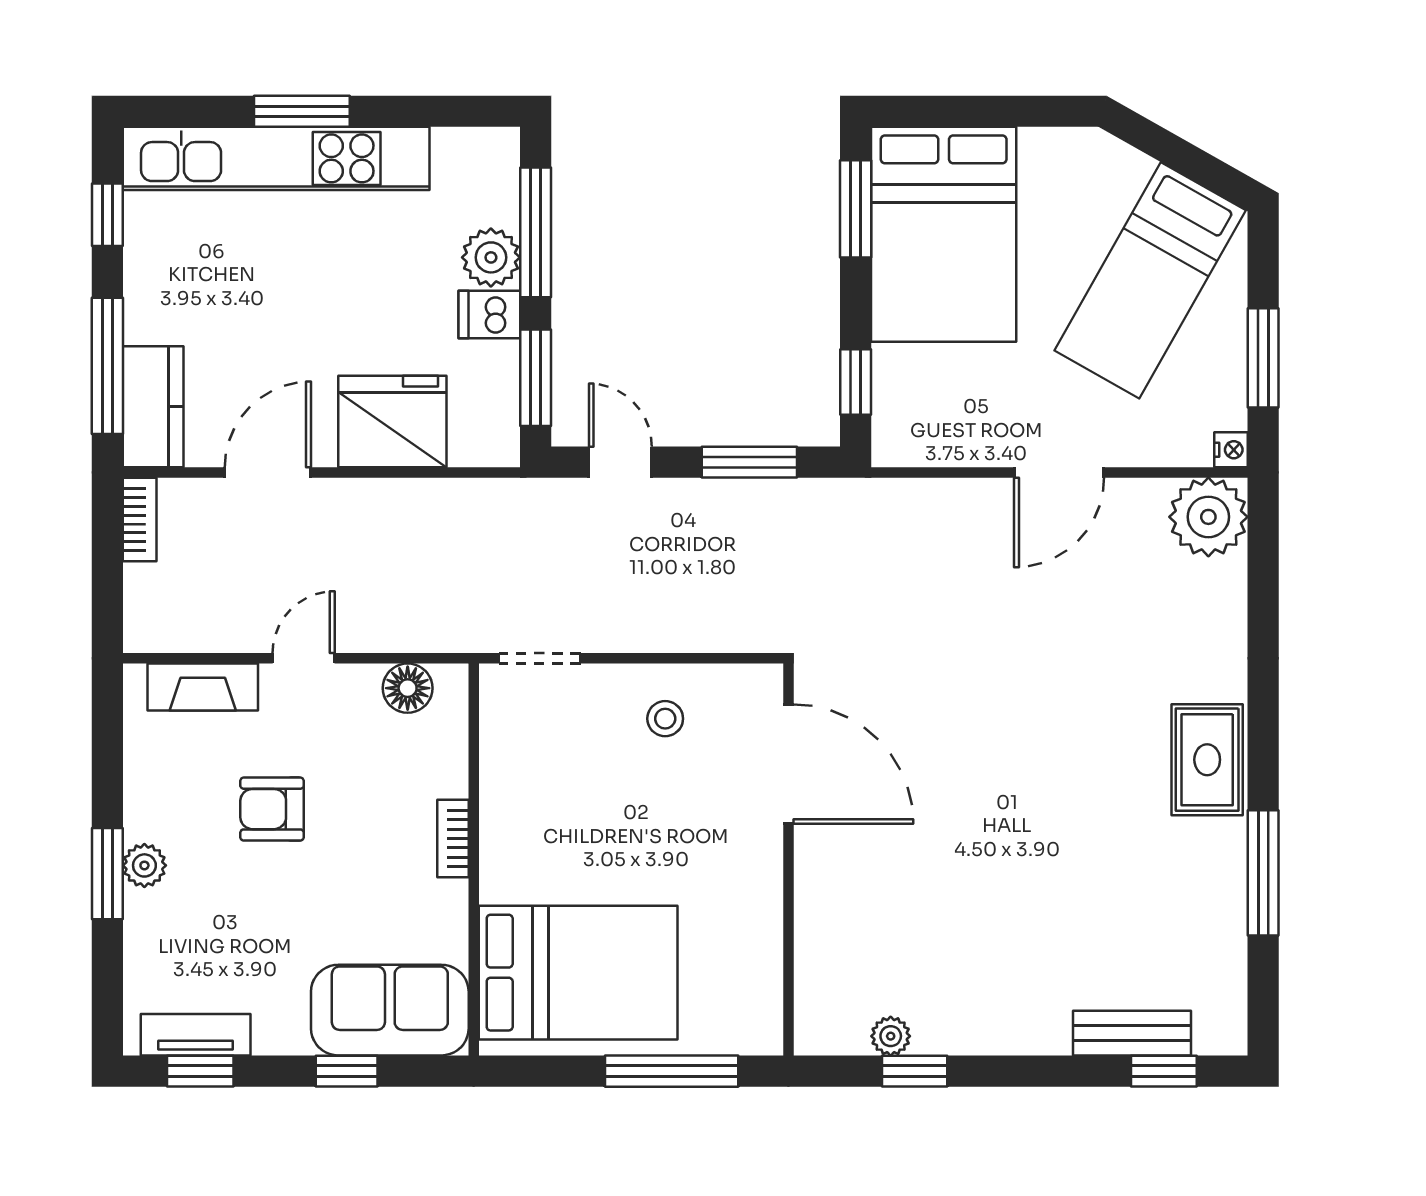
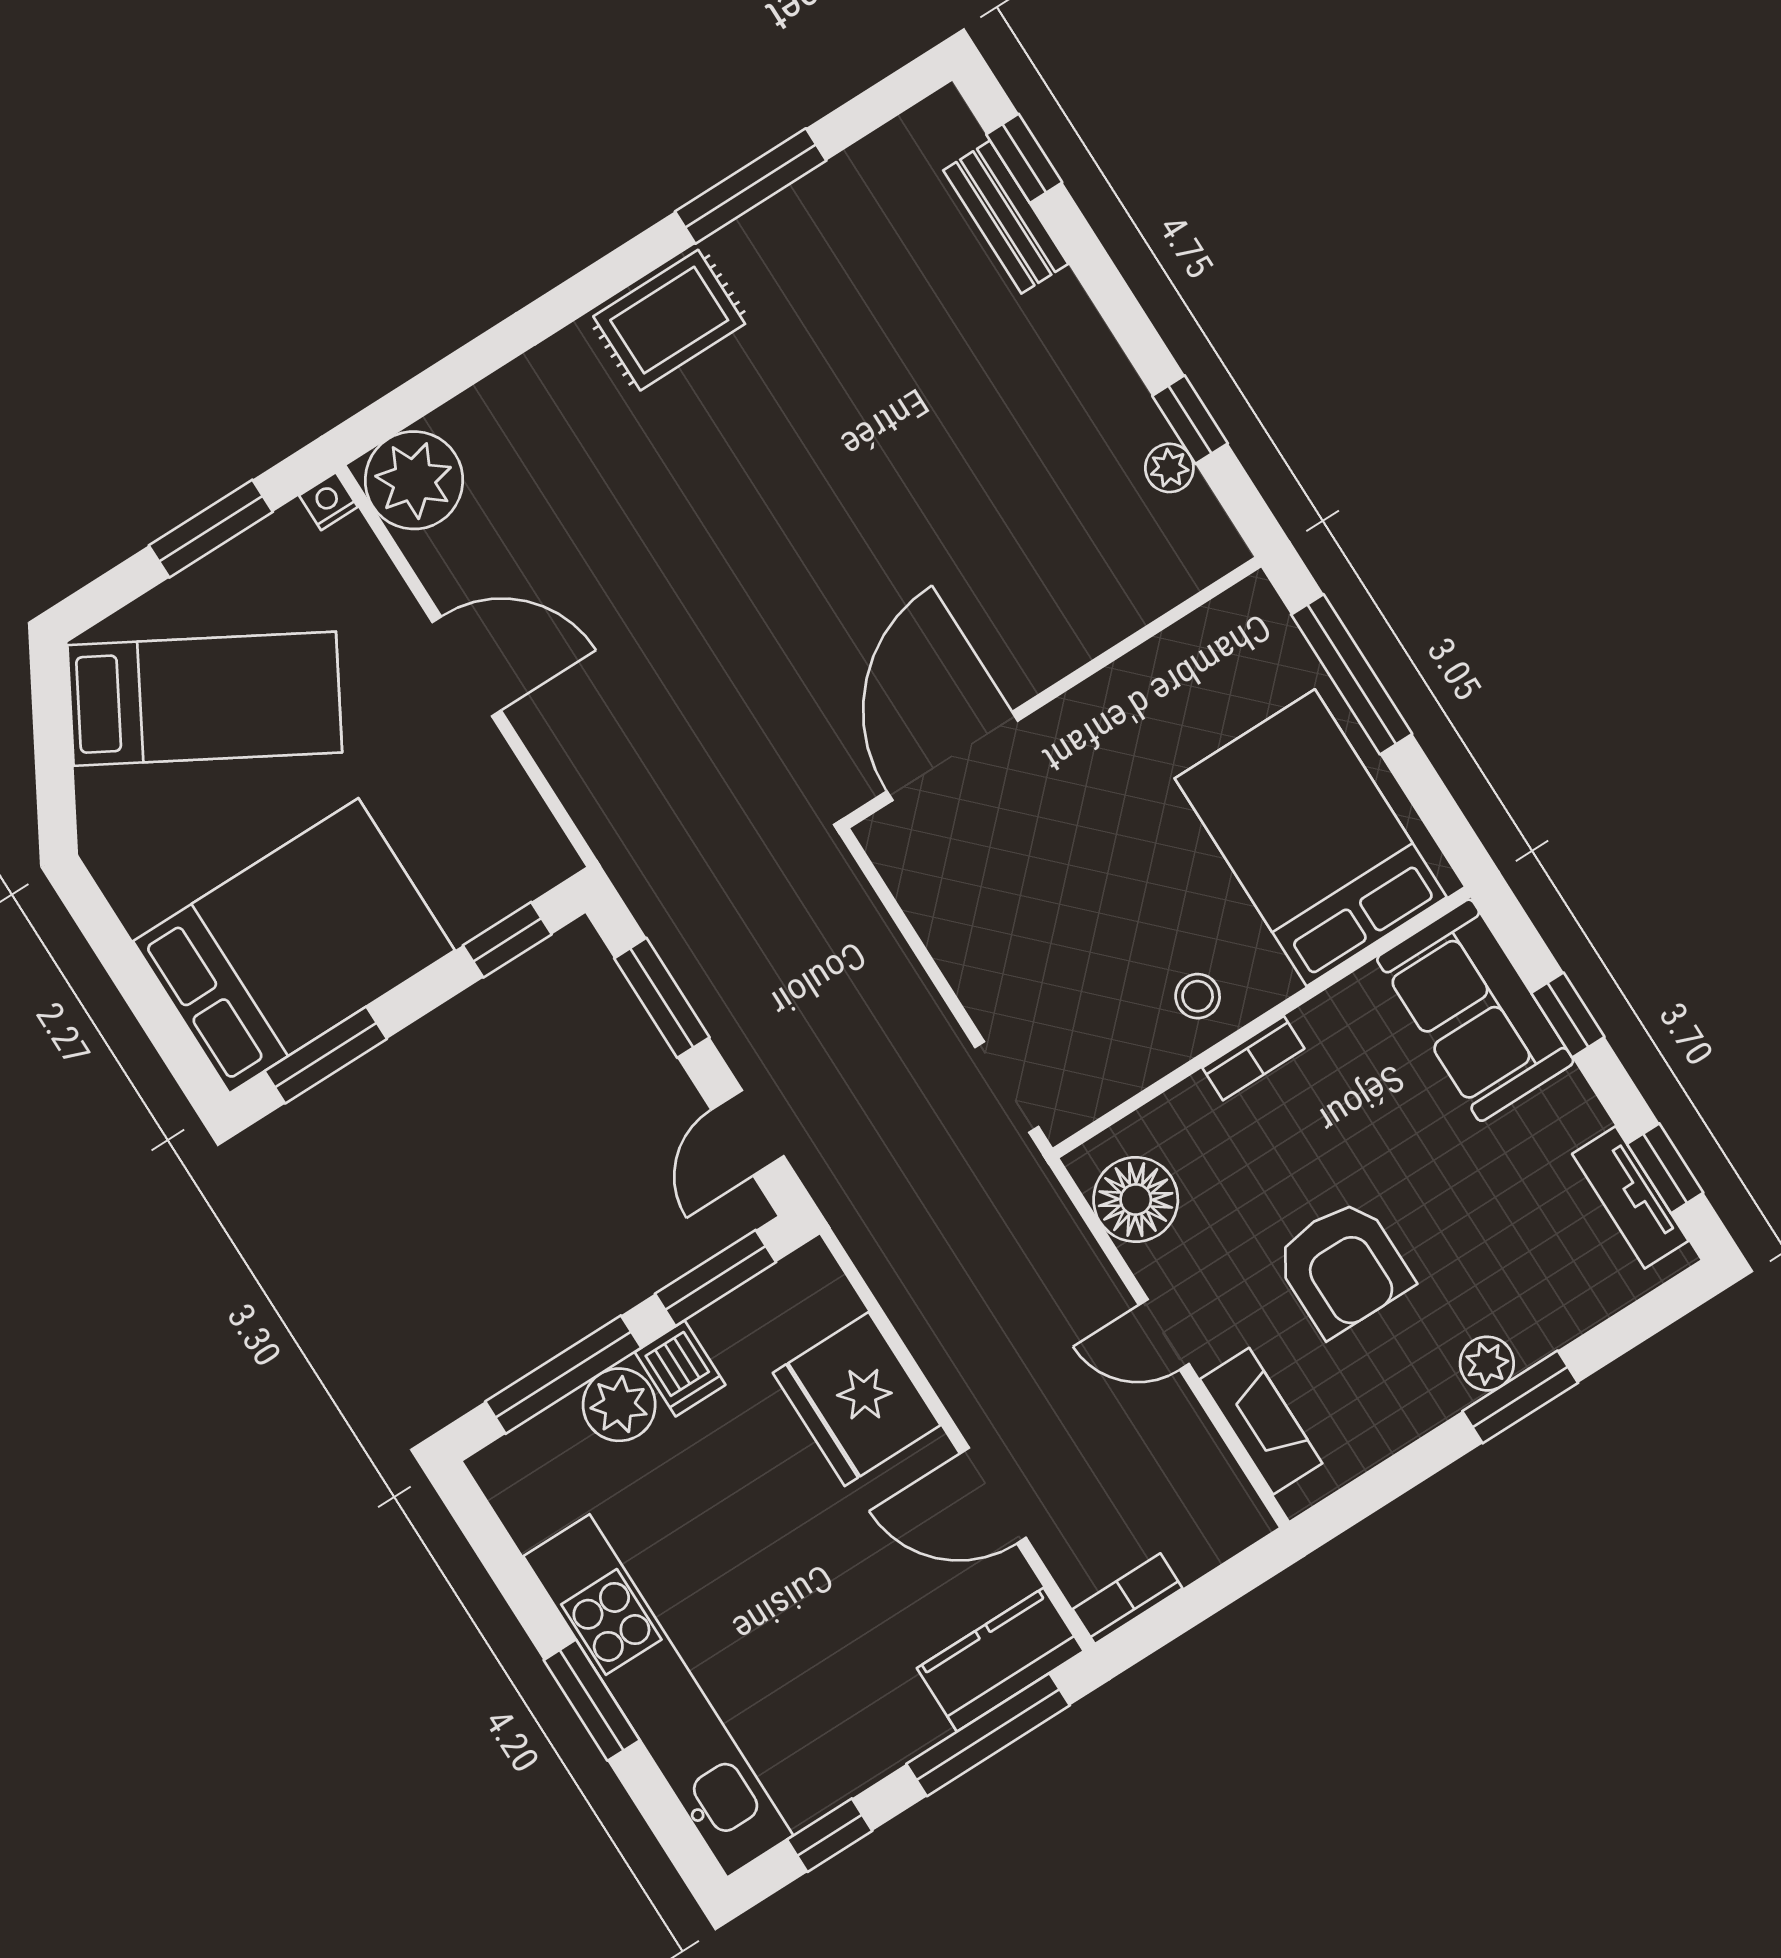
floor lamp: (408, 688) -> (1136, 1199), width x1.38, depth x1.38
stool: (665, 719) -> (1198, 996), moved
armchair: (272, 809) -> (1343, 1267), width x1.38, depth x1.38

